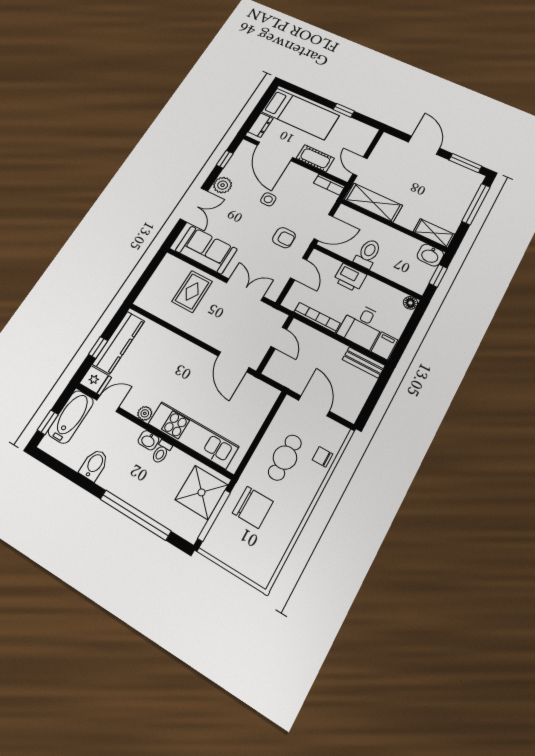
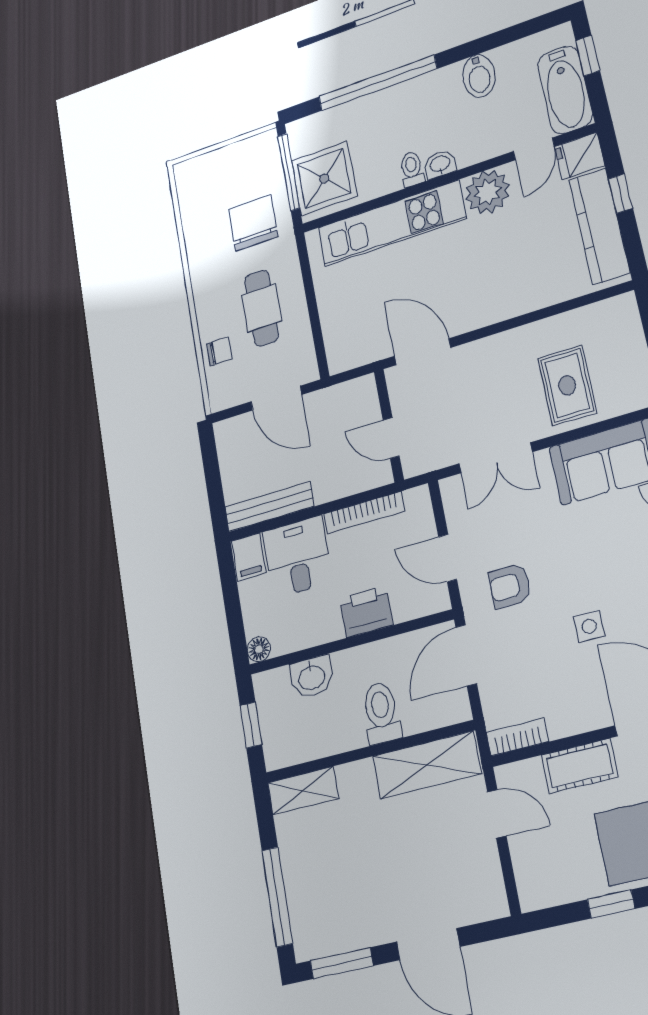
toilet: (368, 254) -> (381, 713), moved, turned 180
washbasin: (430, 255) -> (312, 677), moved, turned 180
bench: (364, 362) -> (269, 507), width x1.36
plant: (145, 413) -> (487, 192), width x1.88, depth x1.88
chair: (253, 507) -> (253, 223), turned 90

